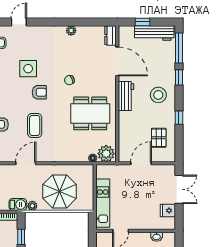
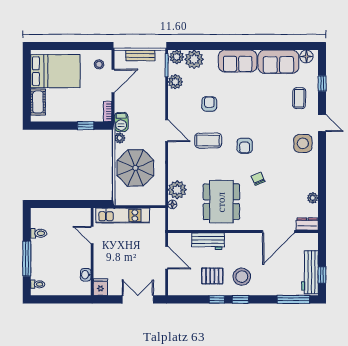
window: (143, 22) -> (322, 275), moved
plant: (71, 31) -> (313, 198), moved
side table: (28, 69) -> (303, 143), moved
window: (179, 77) -> (240, 299), moved
workbench: (126, 96) -> (208, 241), moved
pallet: (159, 138) -> (212, 276), moved
plant: (106, 154) -> (177, 190), moved
double door: (179, 189) -> (138, 299), swing flipped
fridge: (168, 211) -> (100, 287), moved

